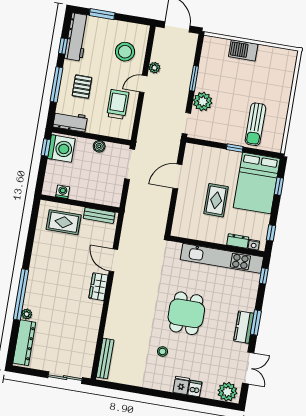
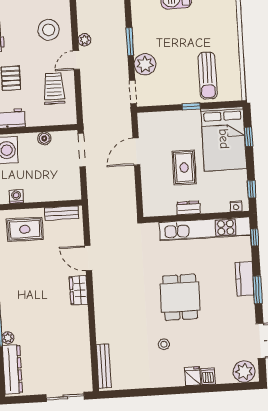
dresser: (238, 241) -> (188, 208), moved
kitchen counter: (244, 327) -> (245, 279), moved

